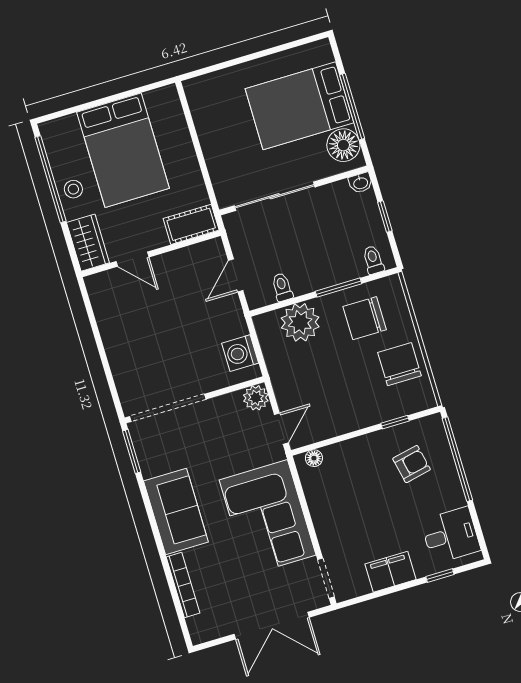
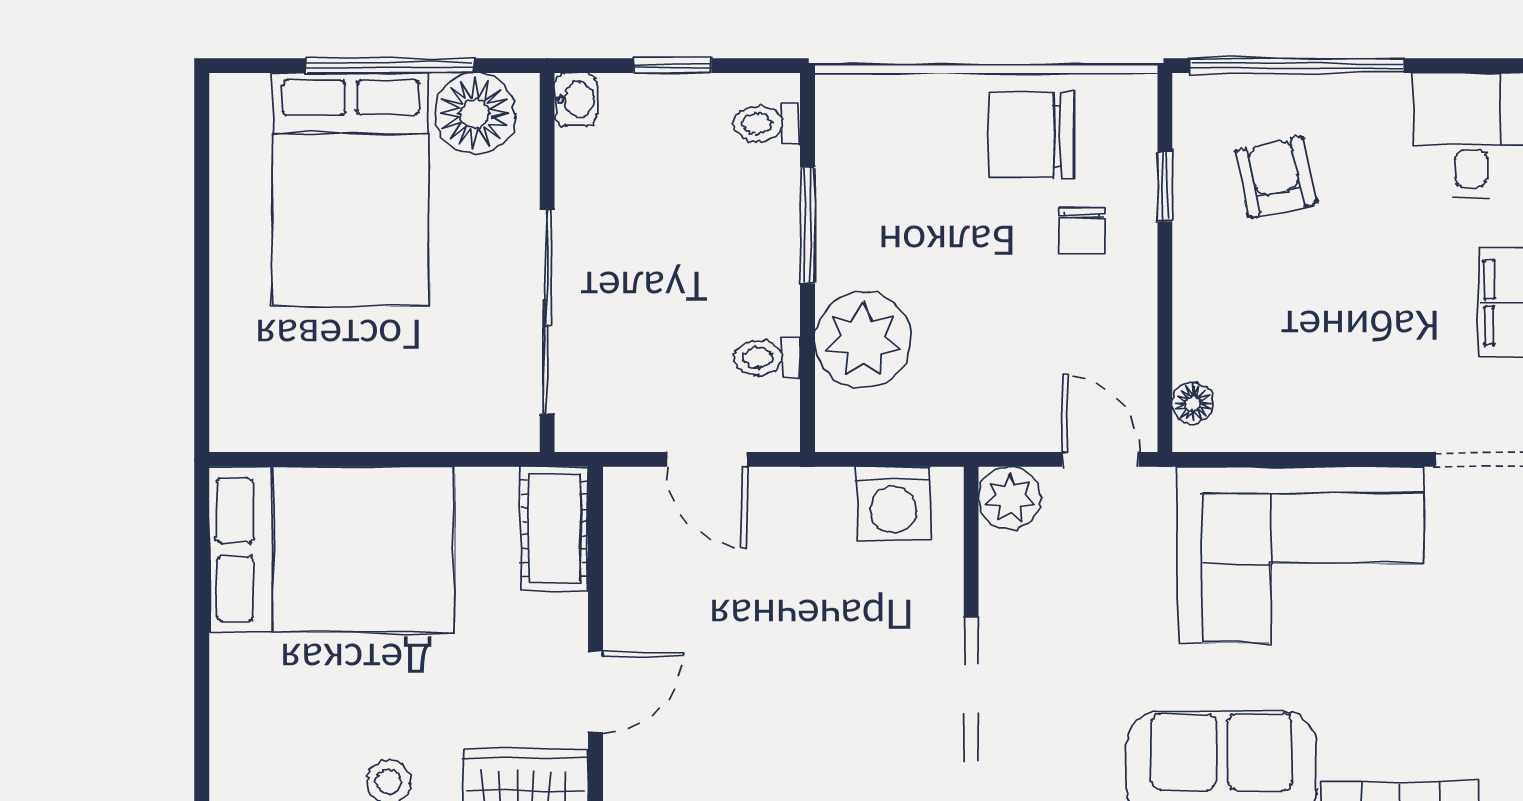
bed: (123, 150) -> (332, 549), moved
chair: (365, 318) -> (1082, 230), moved, width x0.54, depth x0.54

